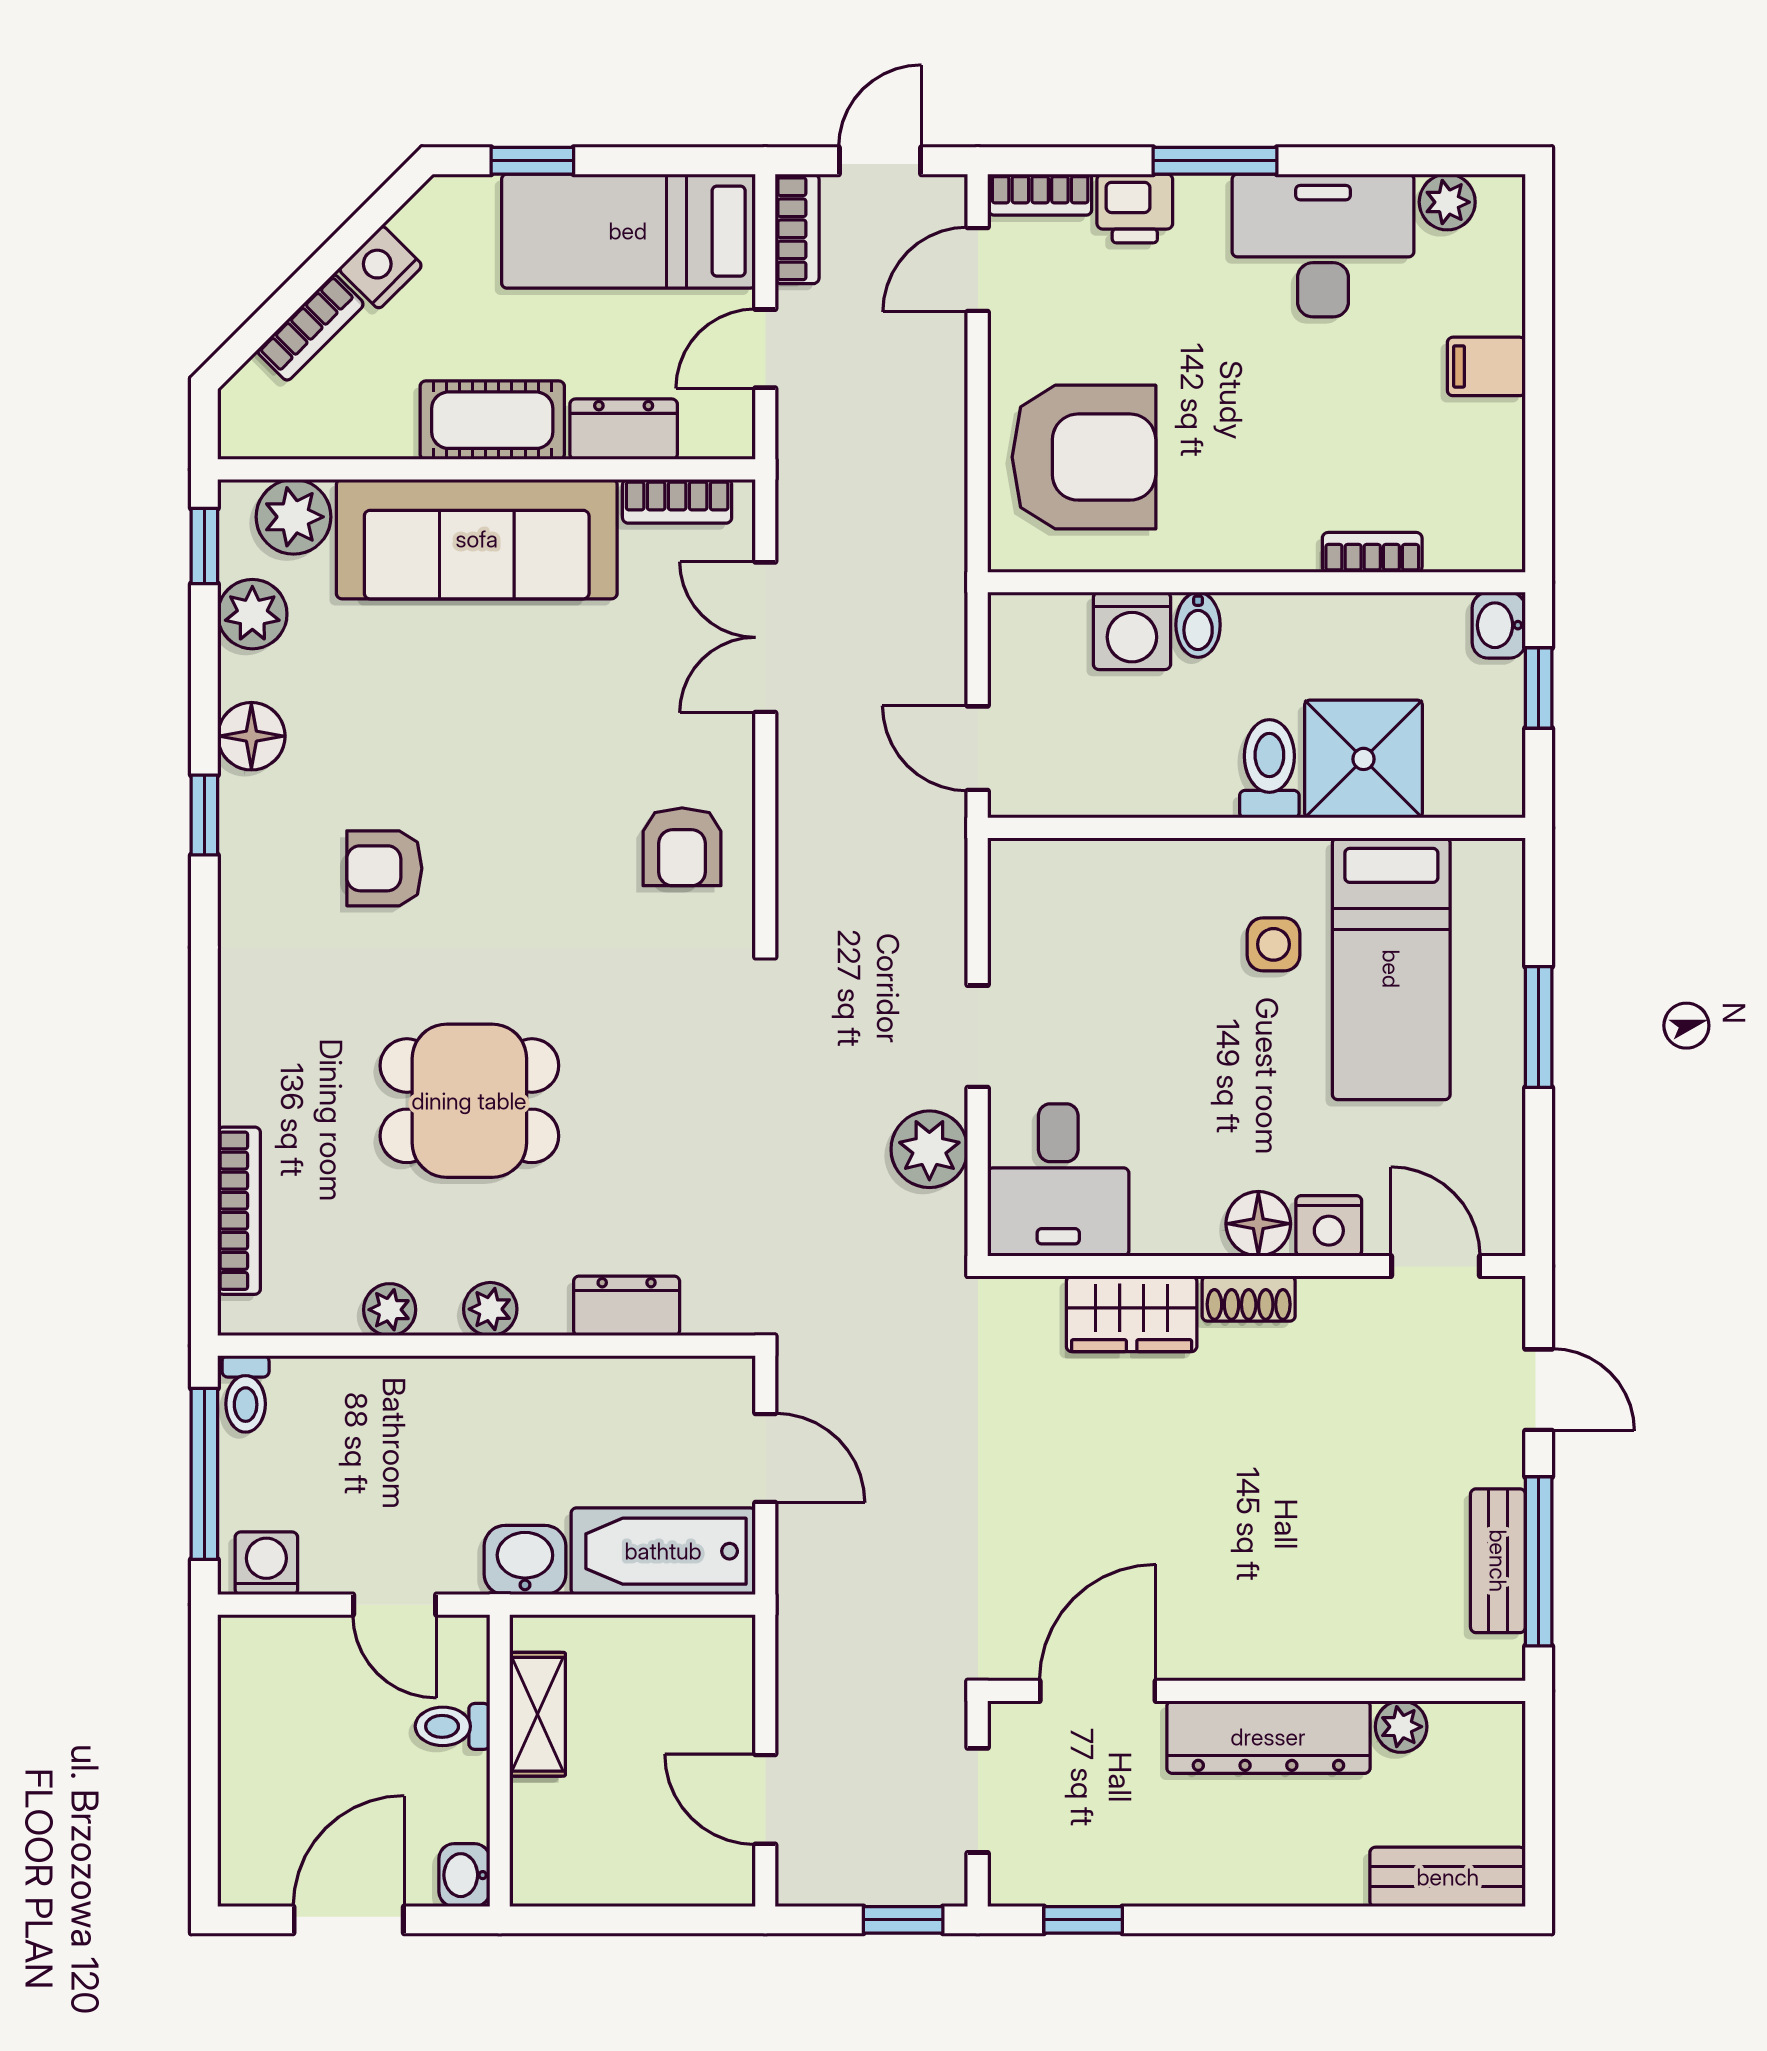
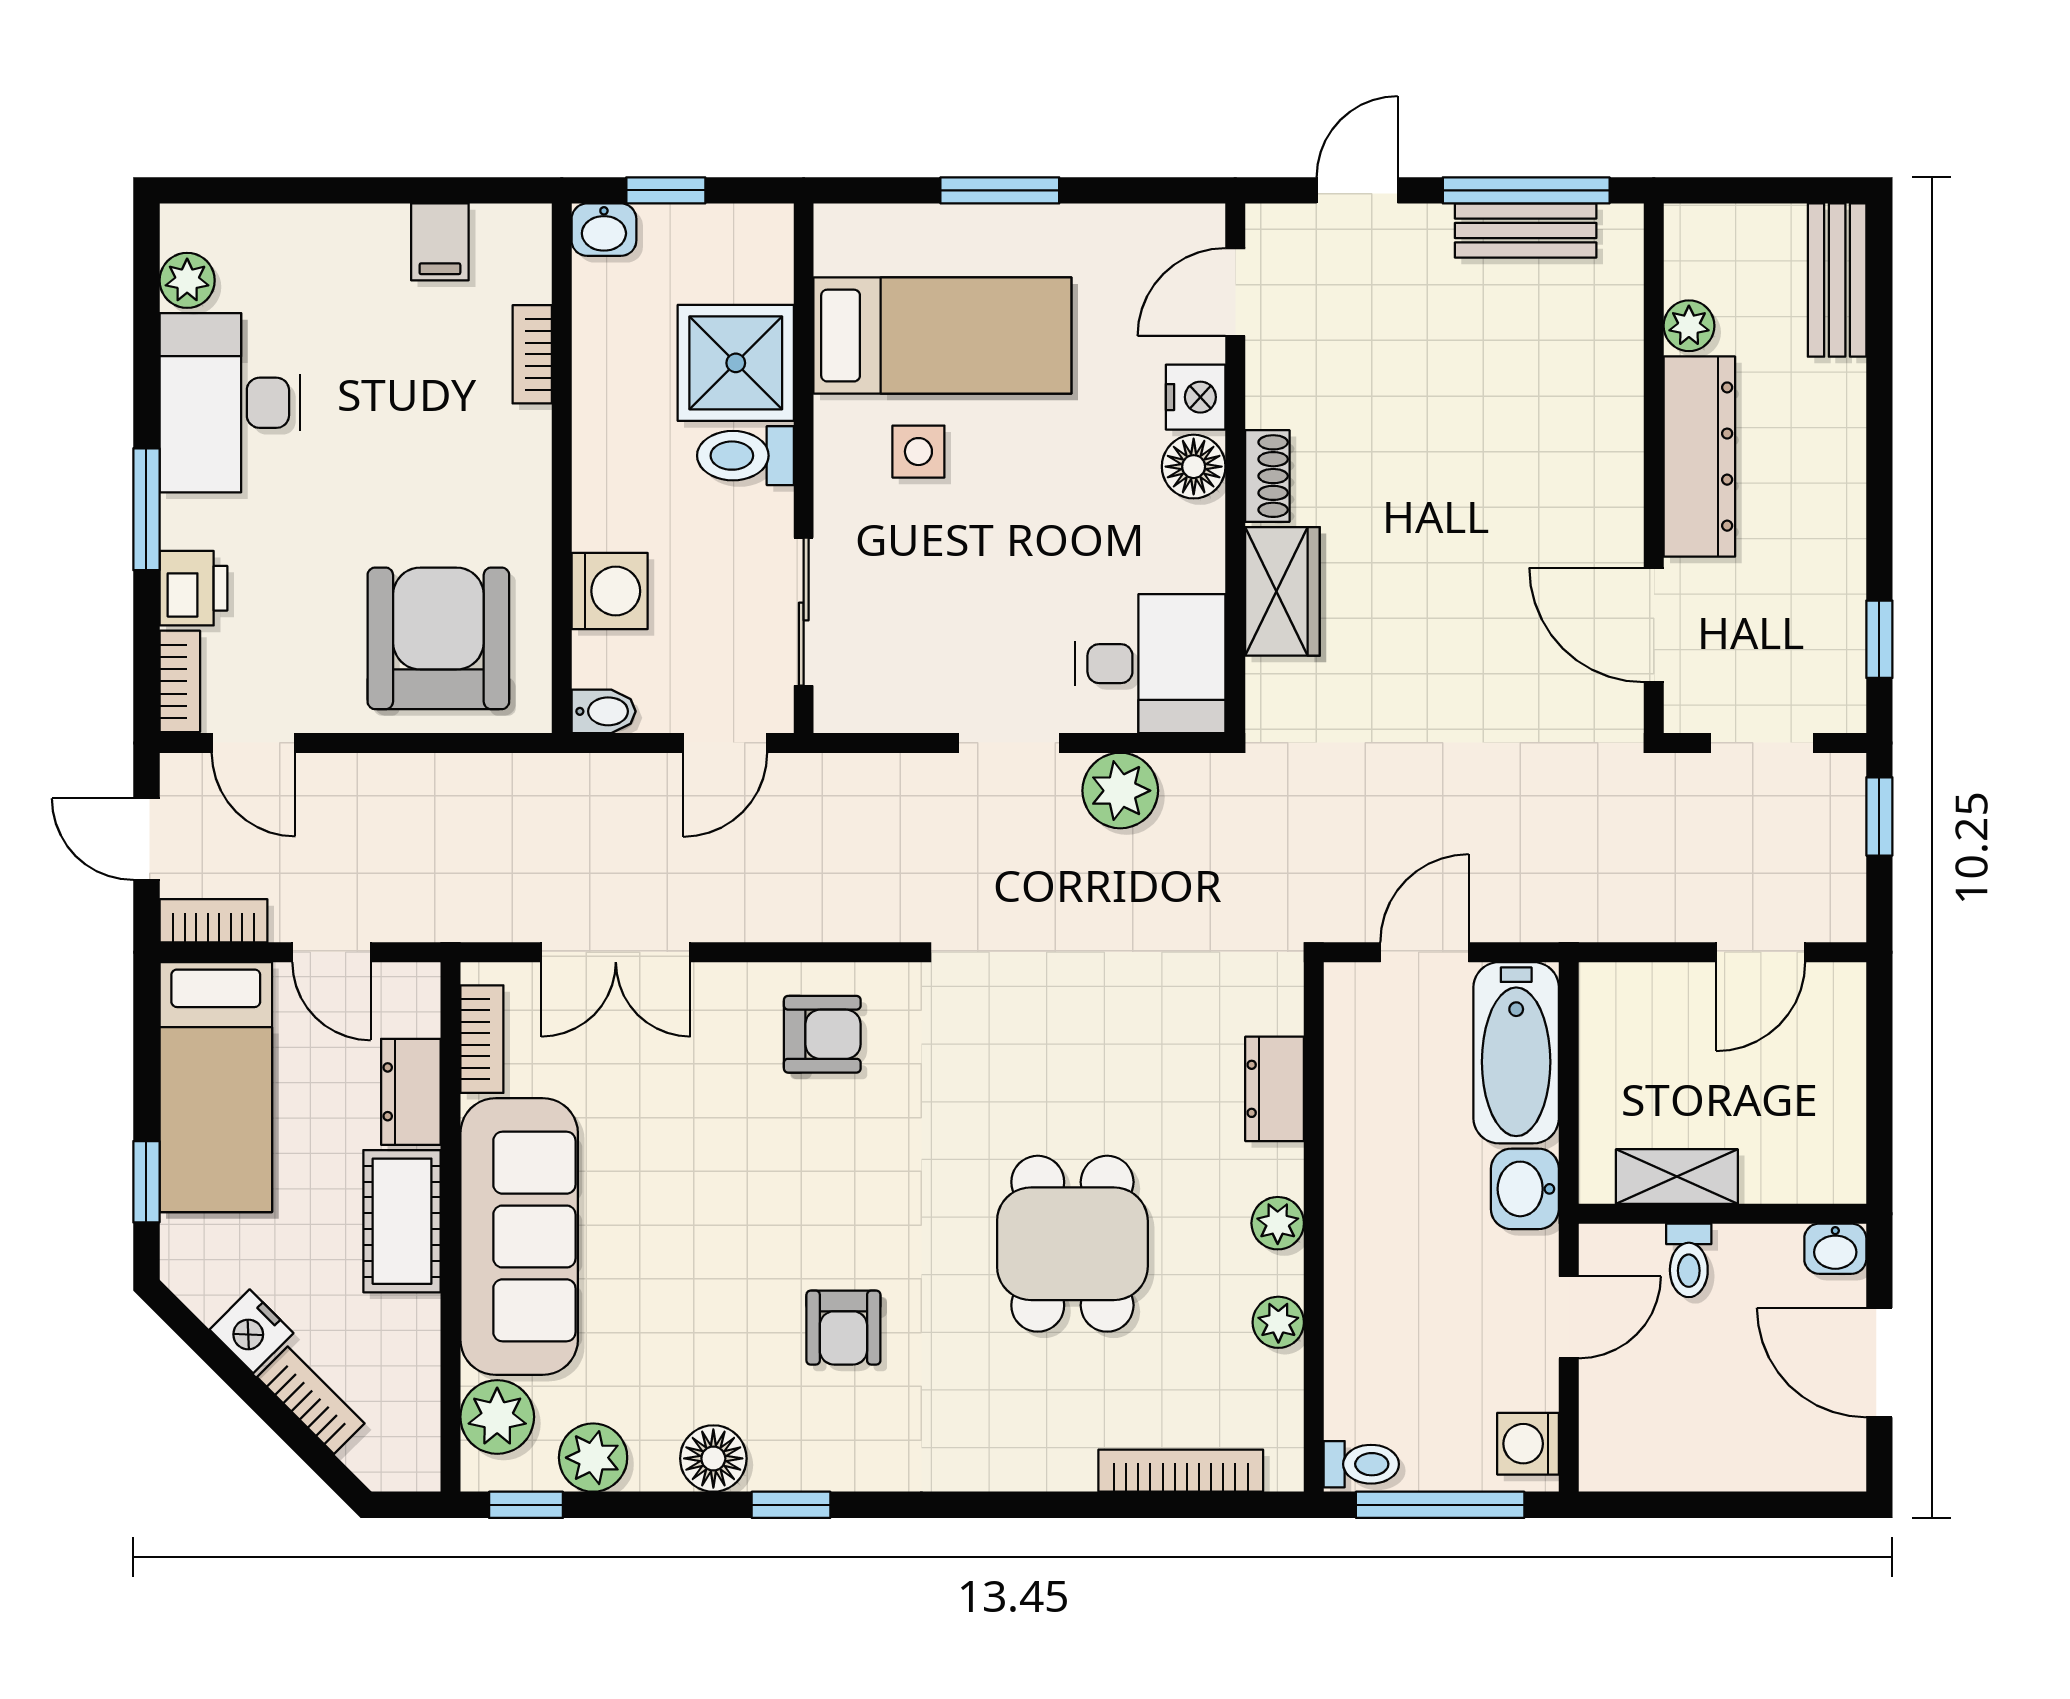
filing cabinet: (1486, 366) -> (440, 242), moved
bidet: (1198, 625) -> (604, 711), moved
sliding door: (1111, 828) -> (804, 612), added

